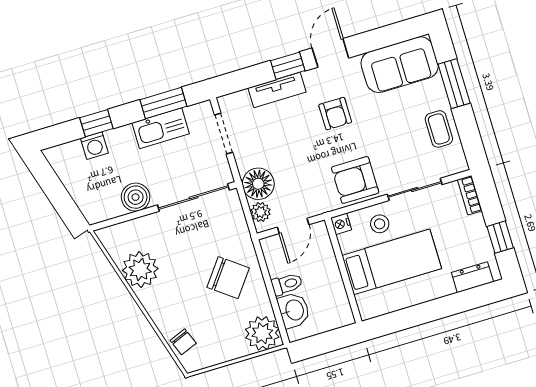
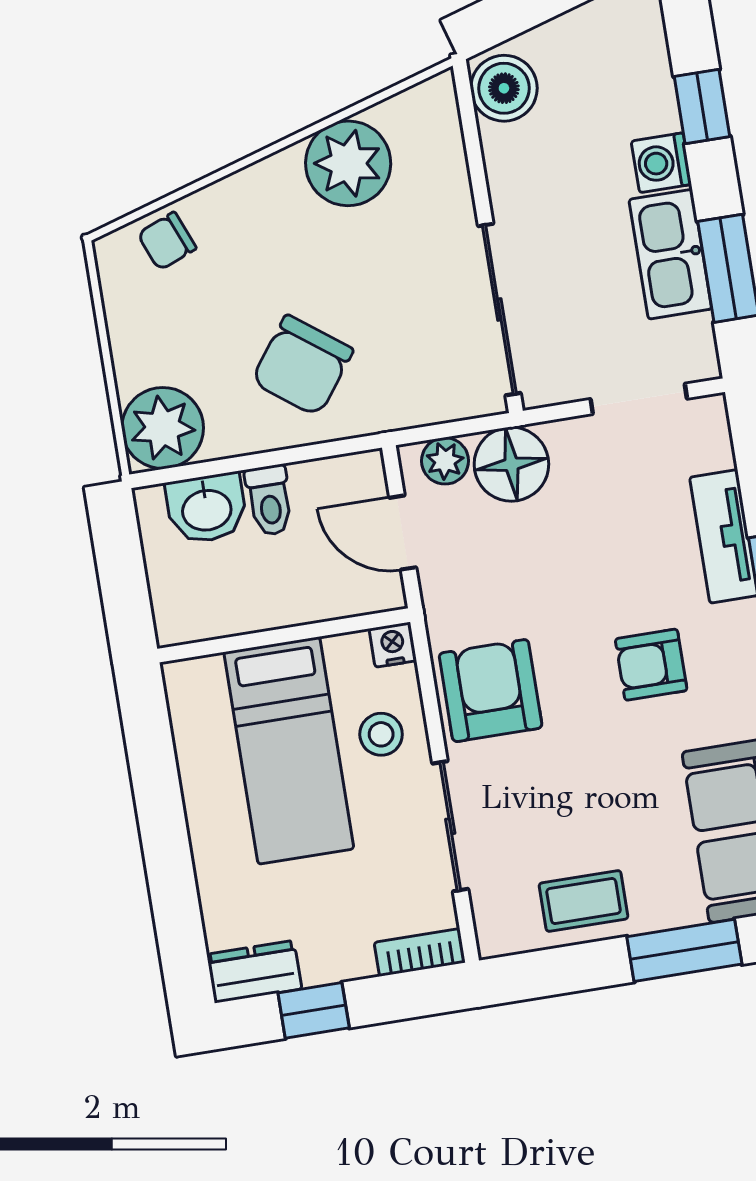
washing machine: (94, 146) -> (661, 163), moved
boiler: (136, 197) -> (504, 88), moved
dresser: (472, 277) -> (254, 972), moved, turned -90

